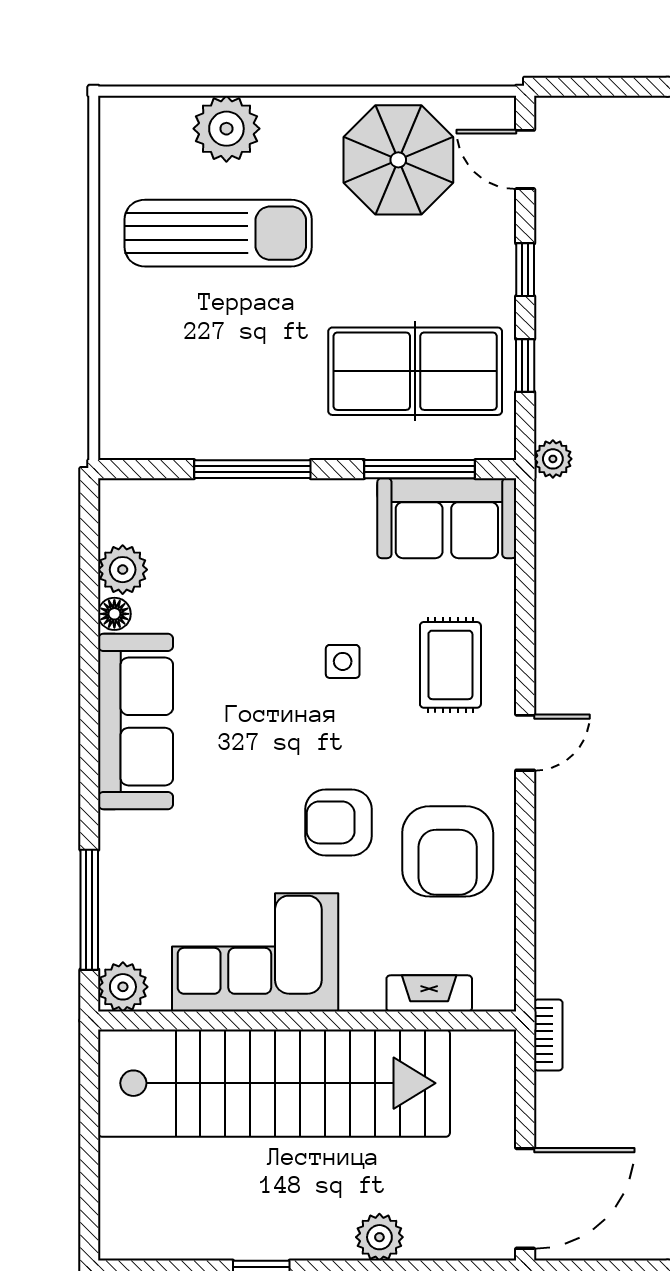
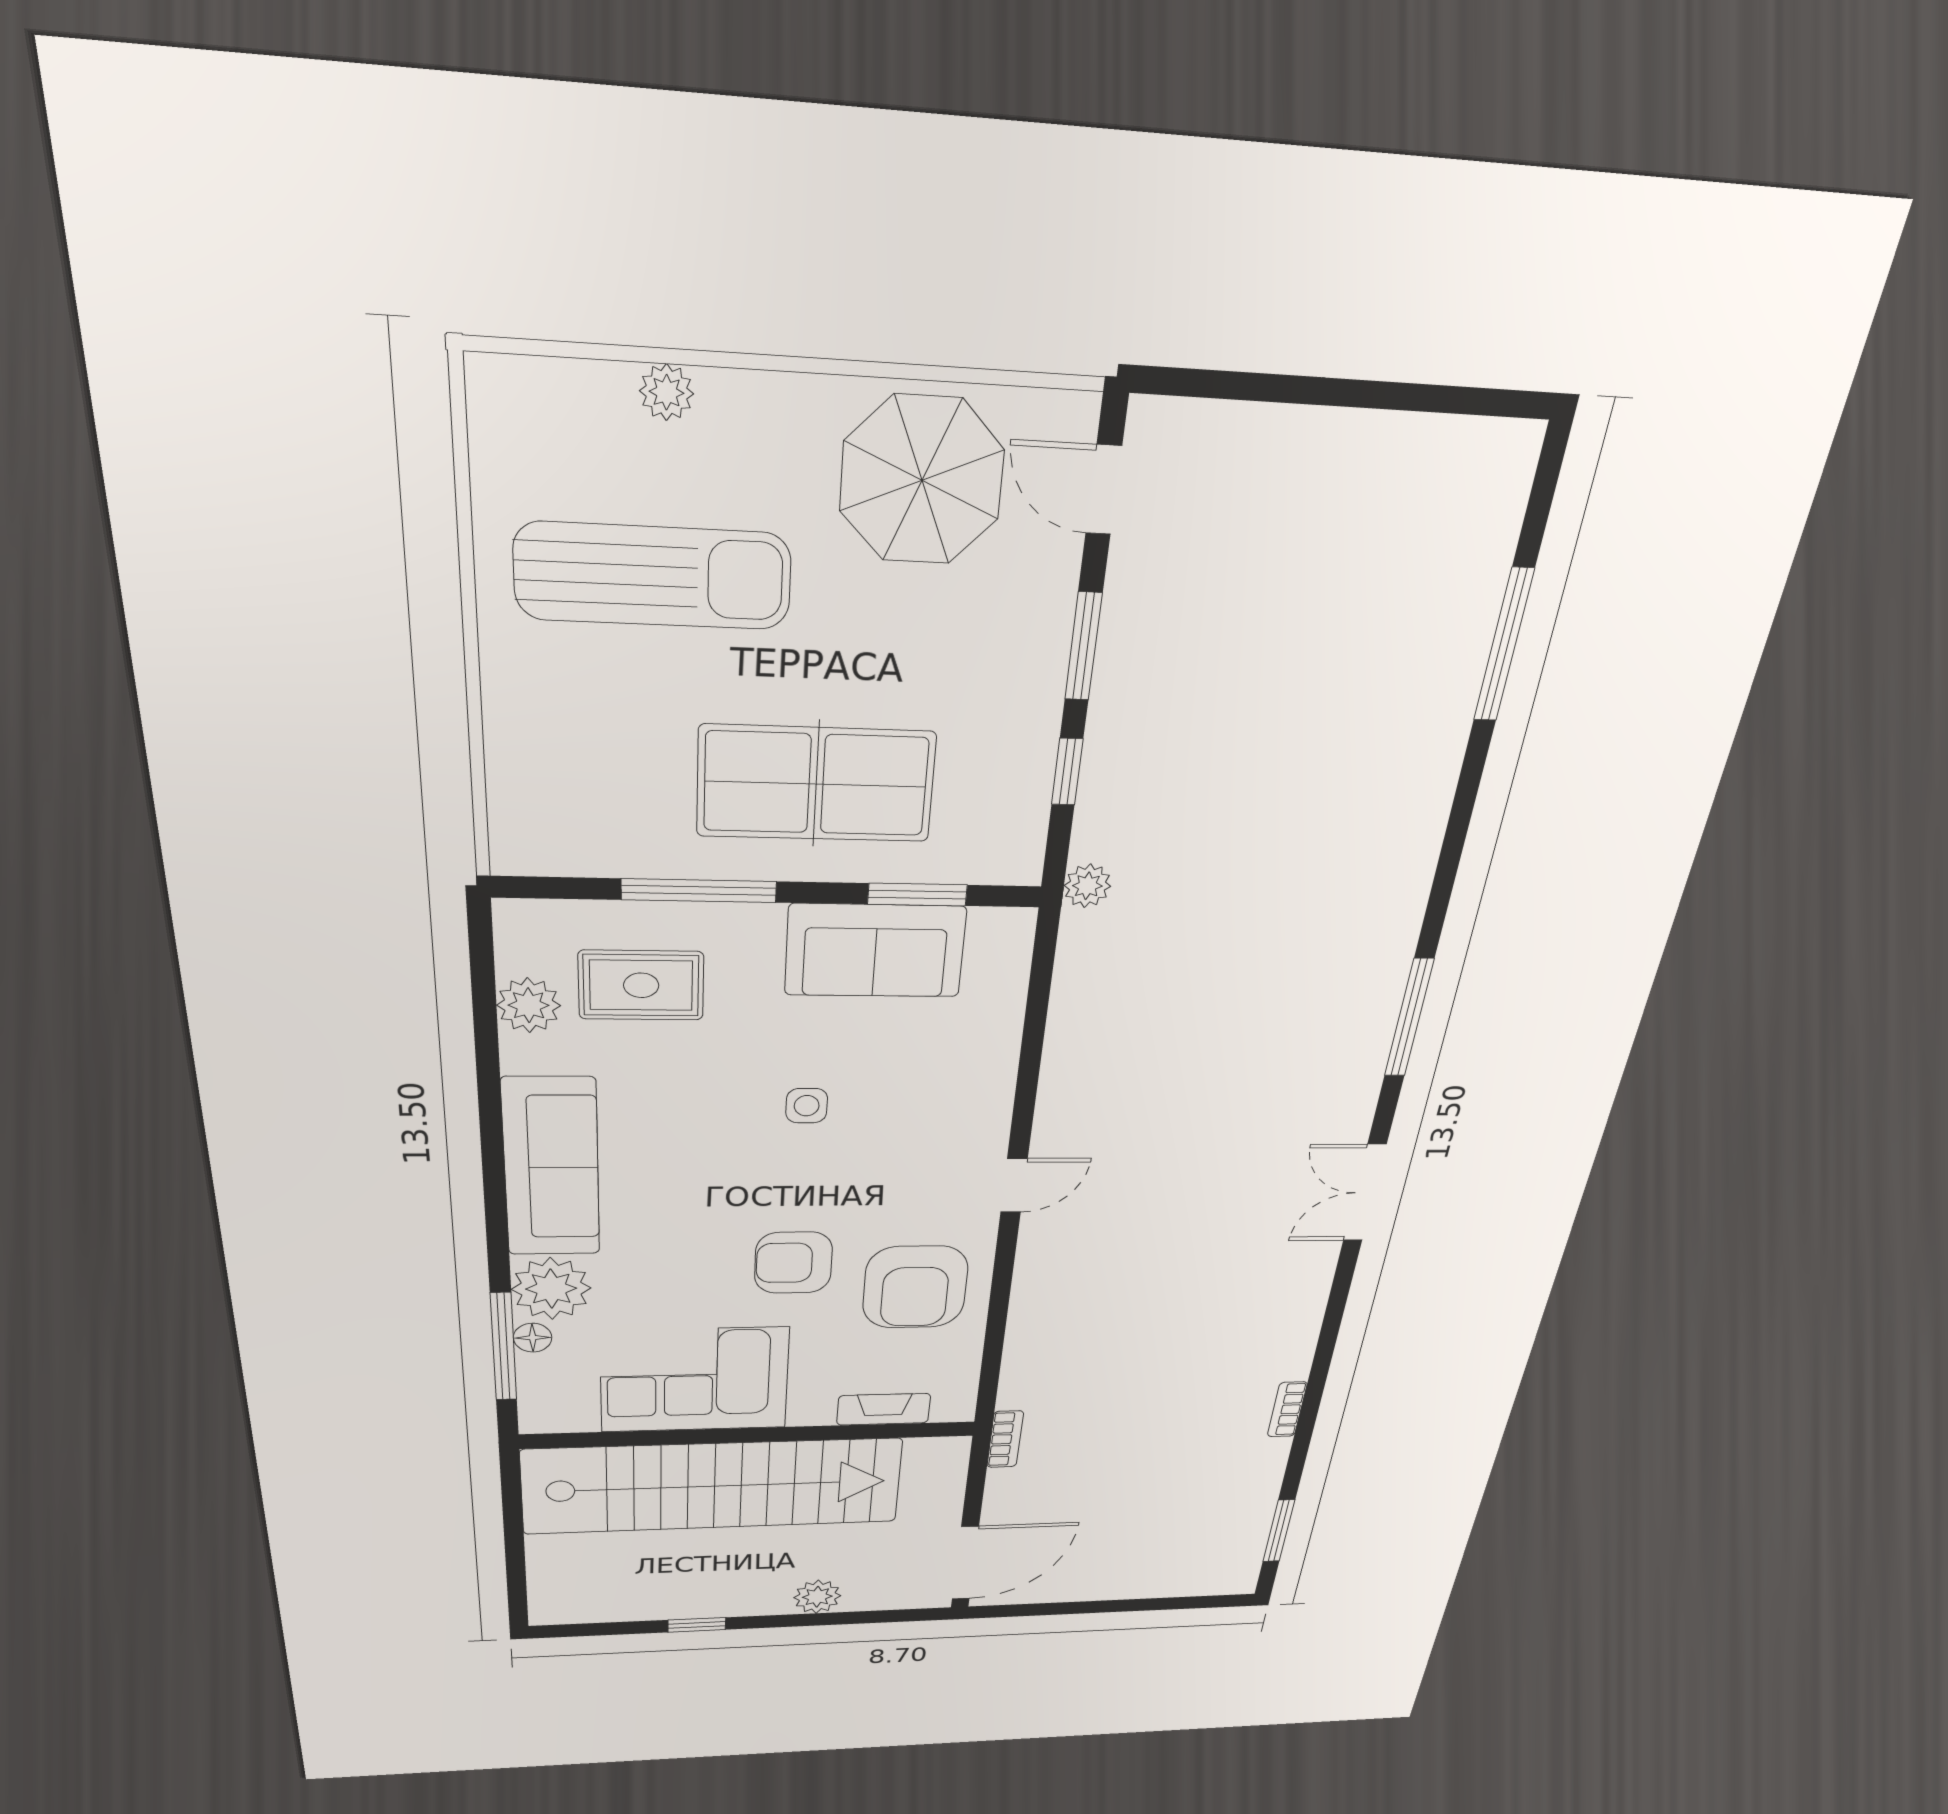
plant: (226, 129) -> (667, 392), width x0.53, depth x0.53
window: (525, 270) -> (1083, 646), width x1.50
table tennis table: (415, 371) -> (816, 784), moved
window: (420, 469) -> (917, 895), width x0.69
sofa: (447, 518) -> (875, 951), moved
floor lamp: (114, 614) -> (533, 1338), moved
rug: (450, 665) -> (641, 985), moved, turned 90
plant: (123, 987) -> (551, 1289), moved, width x1.36, depth x1.36

